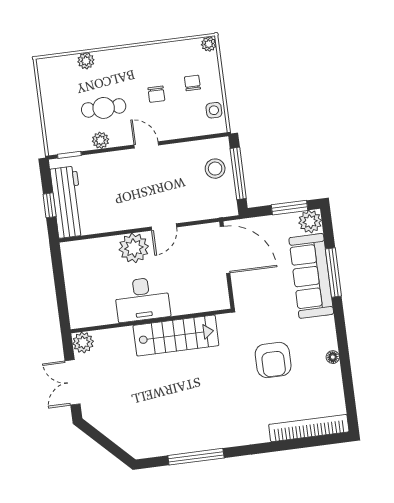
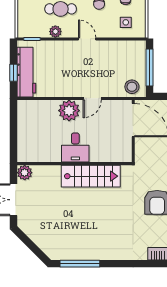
side table: (214, 110) -> (126, 22), moved
stool: (215, 169) -> (132, 87), moved
desk: (142, 299) -> (75, 148), width x0.73
window: (196, 457) -> (80, 264), moved

